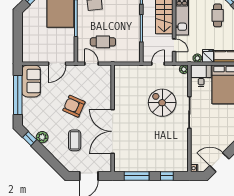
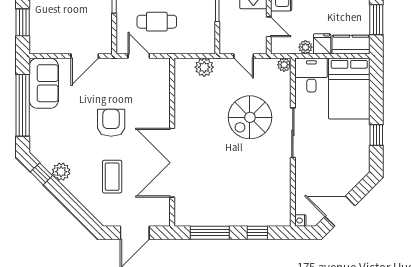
window: (18, 42) -> (23, 22), added
door: (158, 64) -> (244, 56), swing flipped
plant: (133, 71) -> (204, 67), added
spiral stairs: (162, 103) -> (250, 117), turned -90
armchair: (74, 106) -> (111, 123), turned 66

